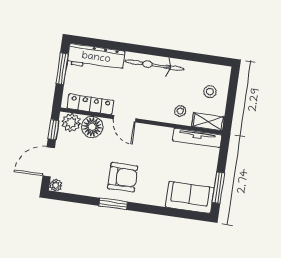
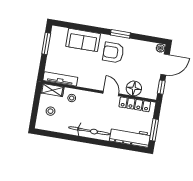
plant: (71, 122) -> (148, 92), removed
sofa: (190, 197) -> (83, 40), moved

